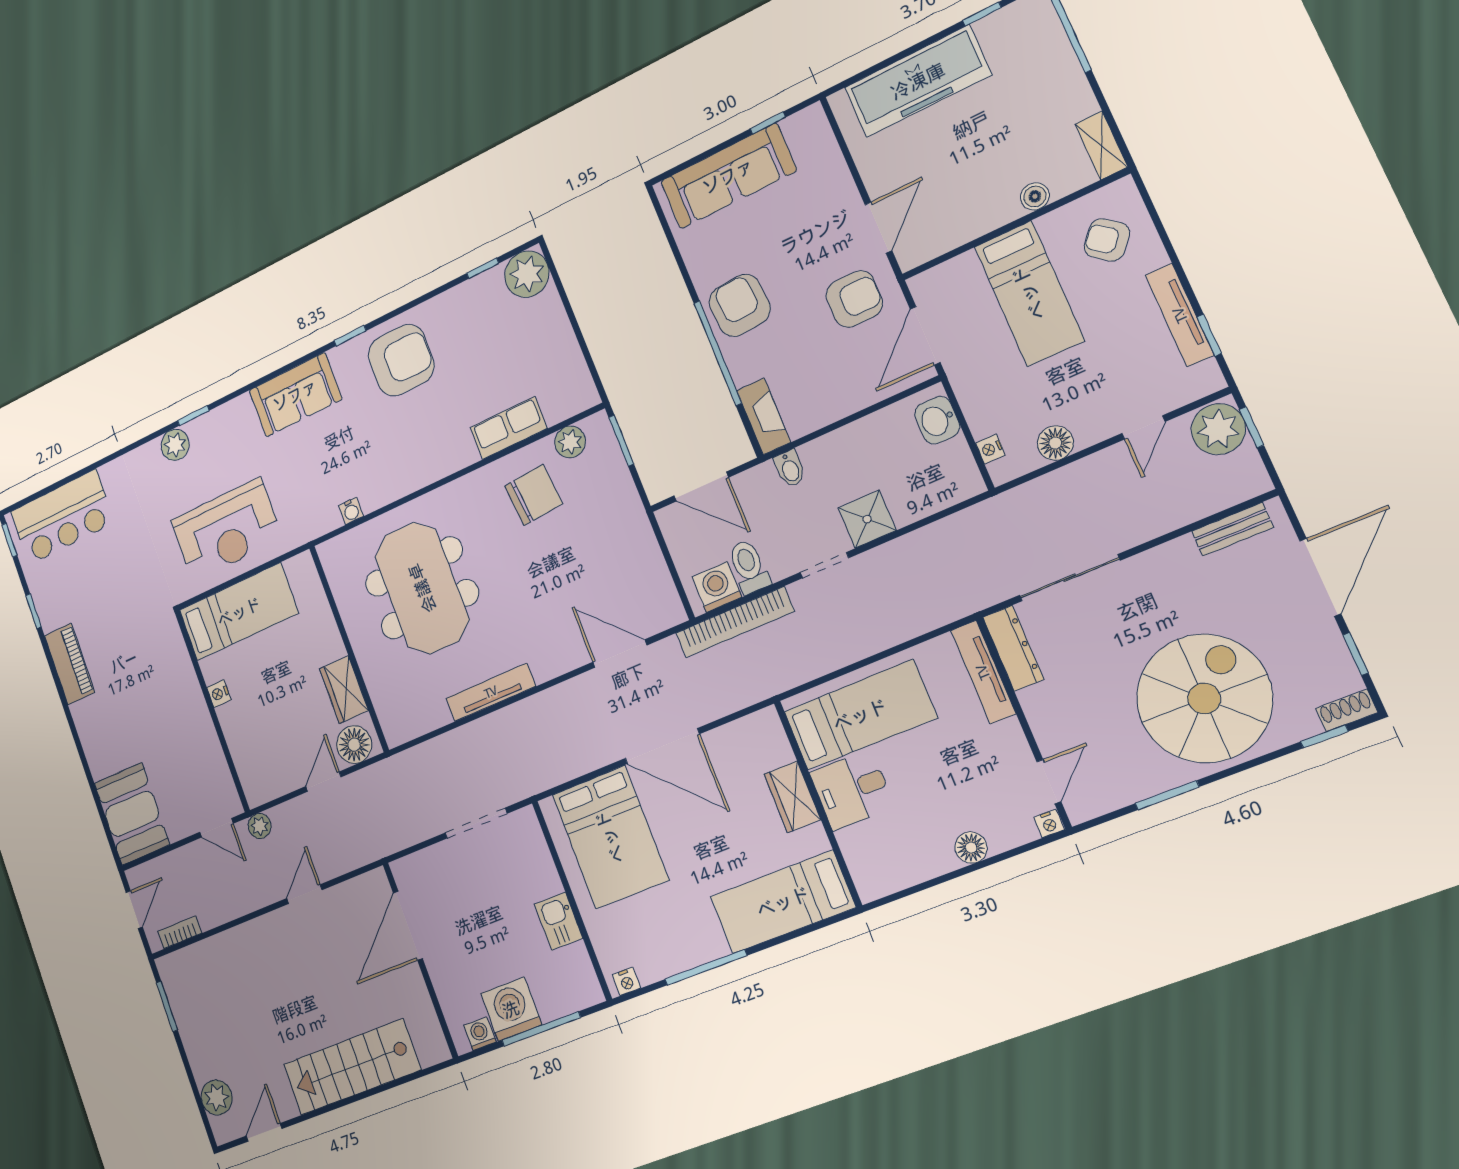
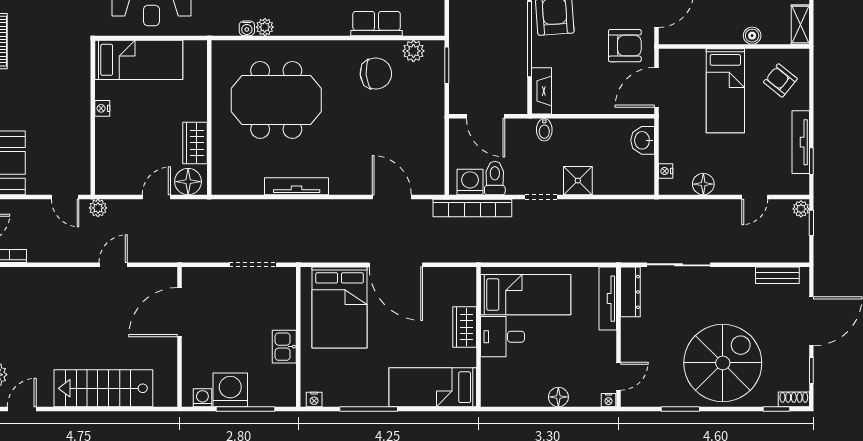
plant: (1218, 429) -> (801, 209), width x0.53, depth x0.53
plant: (372, 499) -> (265, 27), added
meeting table: (422, 588) -> (276, 100), turned 90

